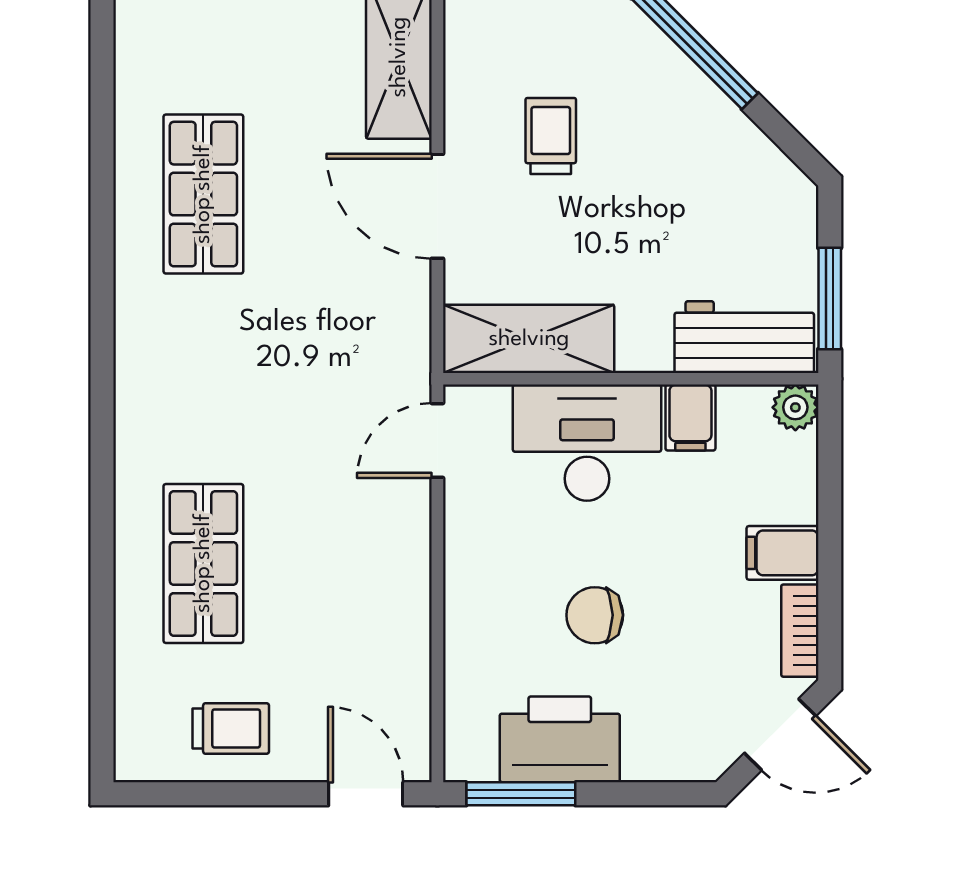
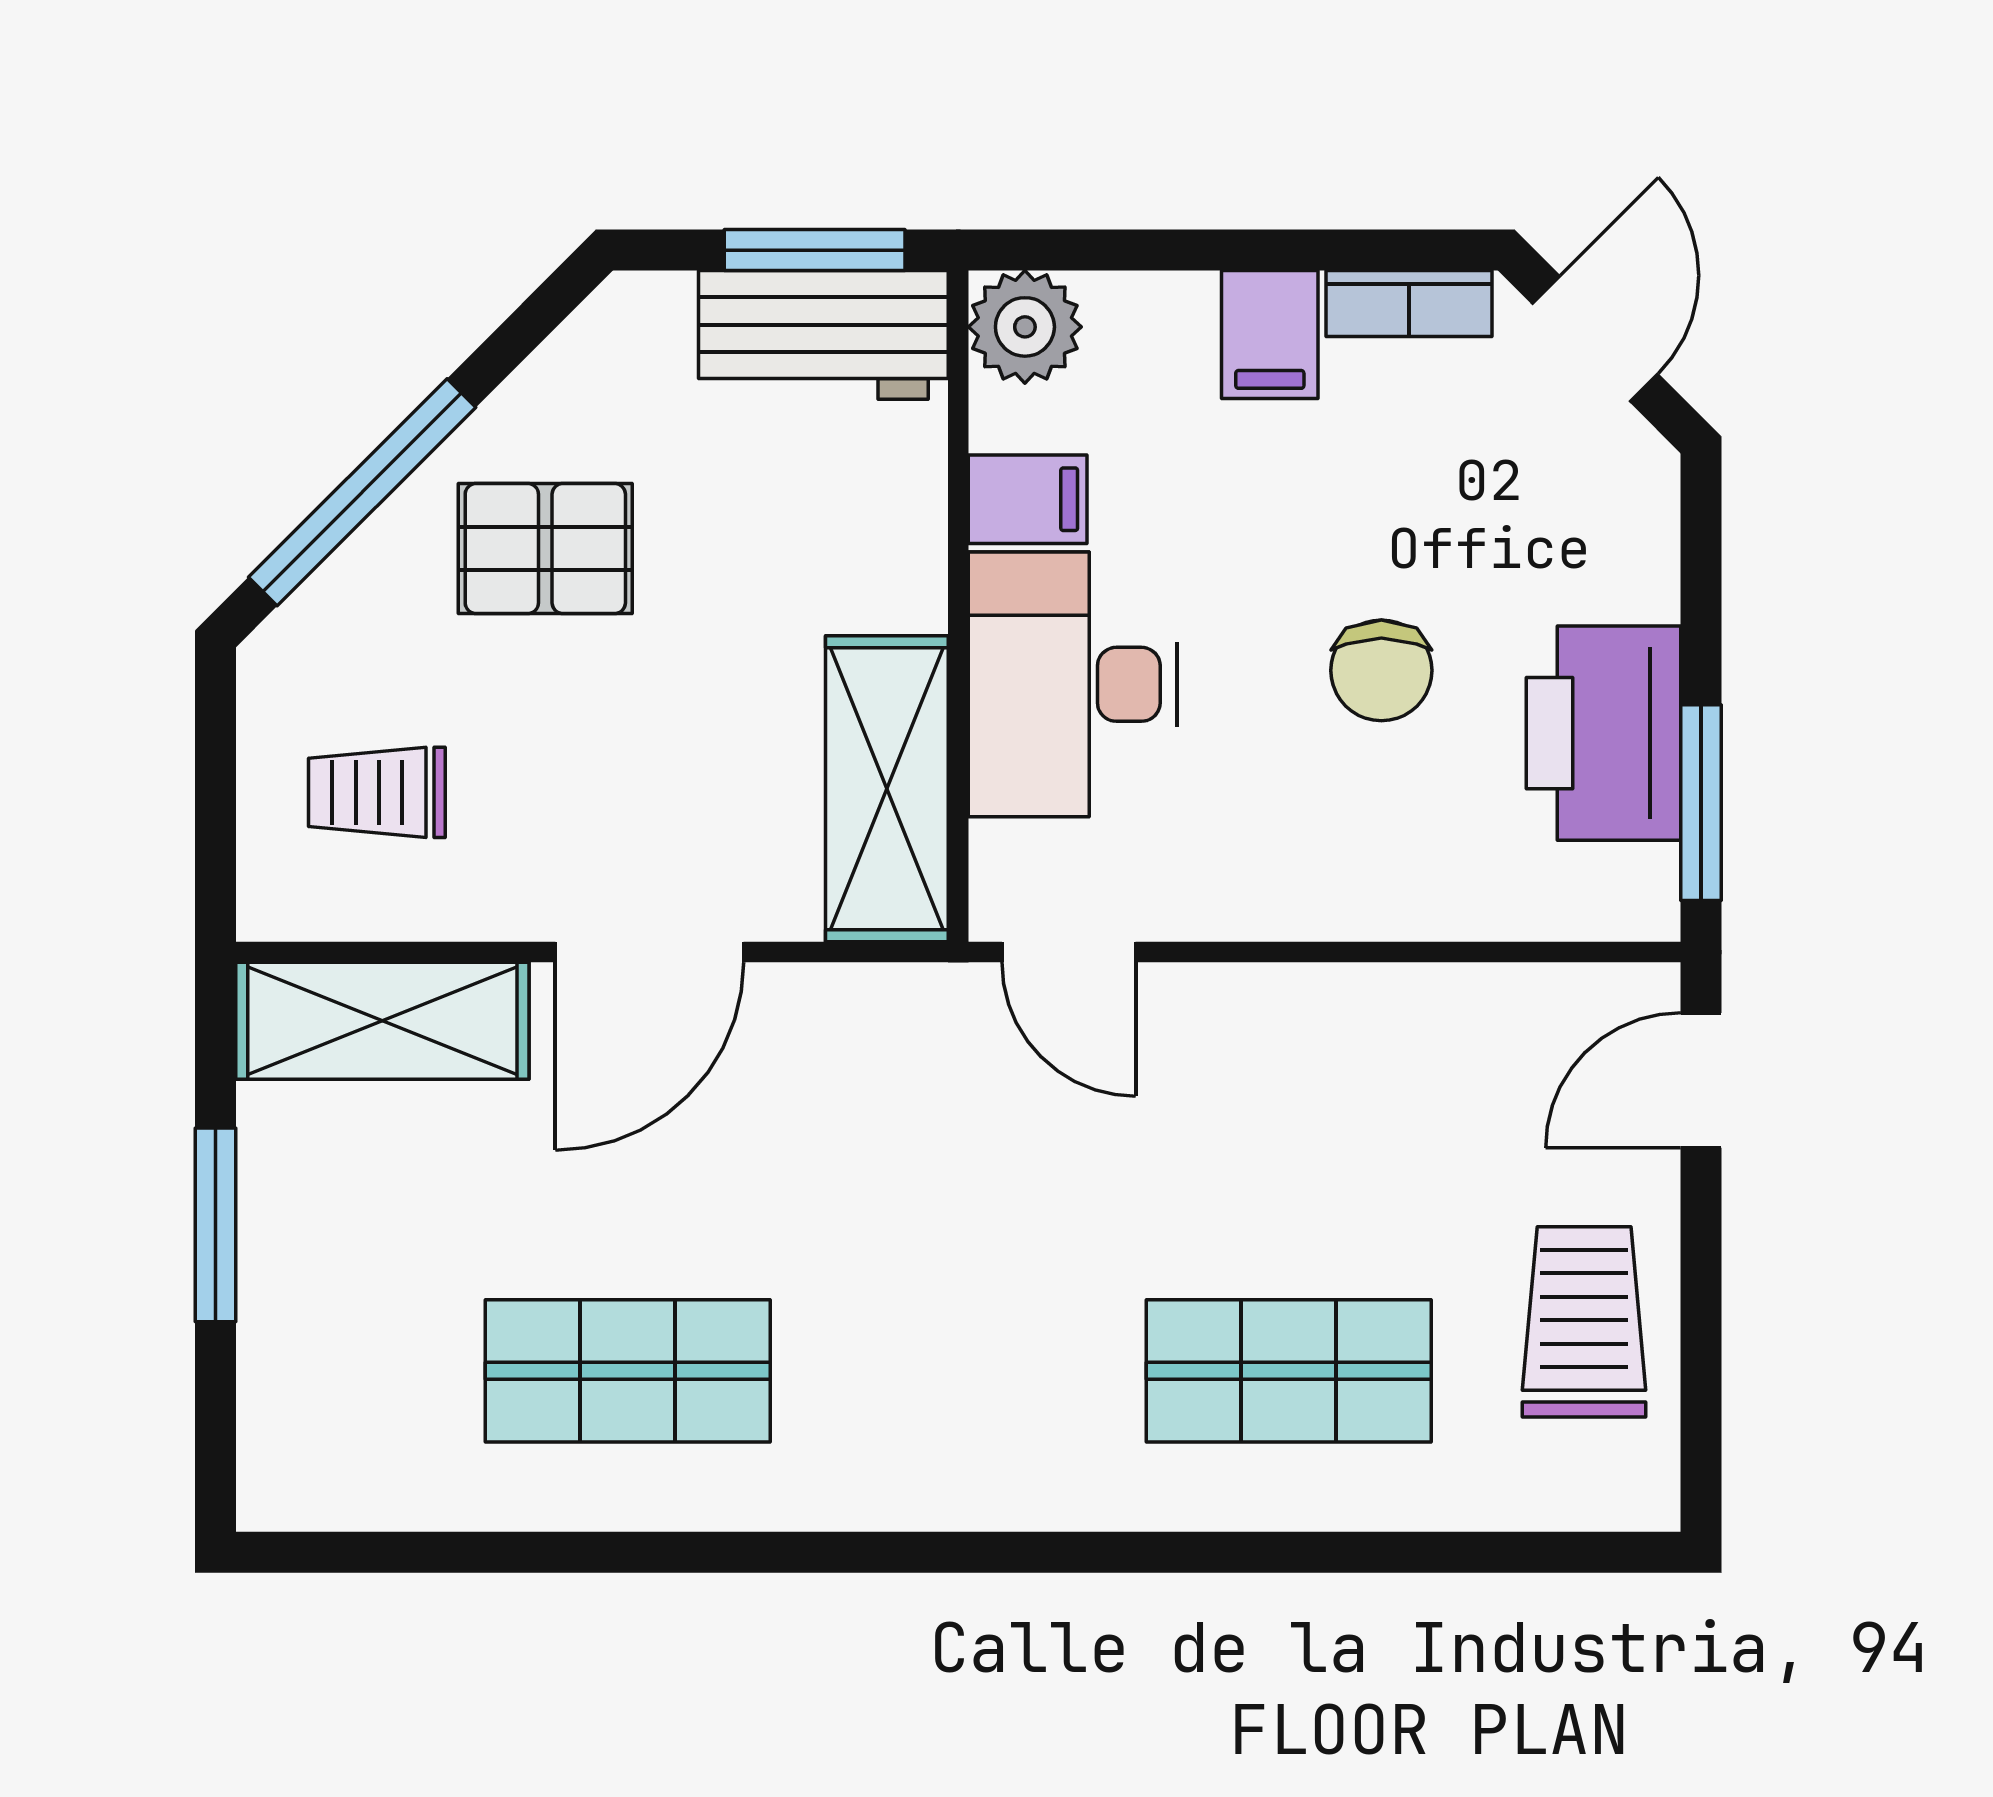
trolley: (551, 136) -> (377, 792), moved
pallet: (663, 148) -> (545, 549), added
workbench: (744, 337) -> (823, 335), moved, turned -90
plant: (795, 407) -> (1025, 327), width x1.38, depth x1.38
trolley: (231, 728) -> (1584, 1322), width x1.36, depth x1.39

